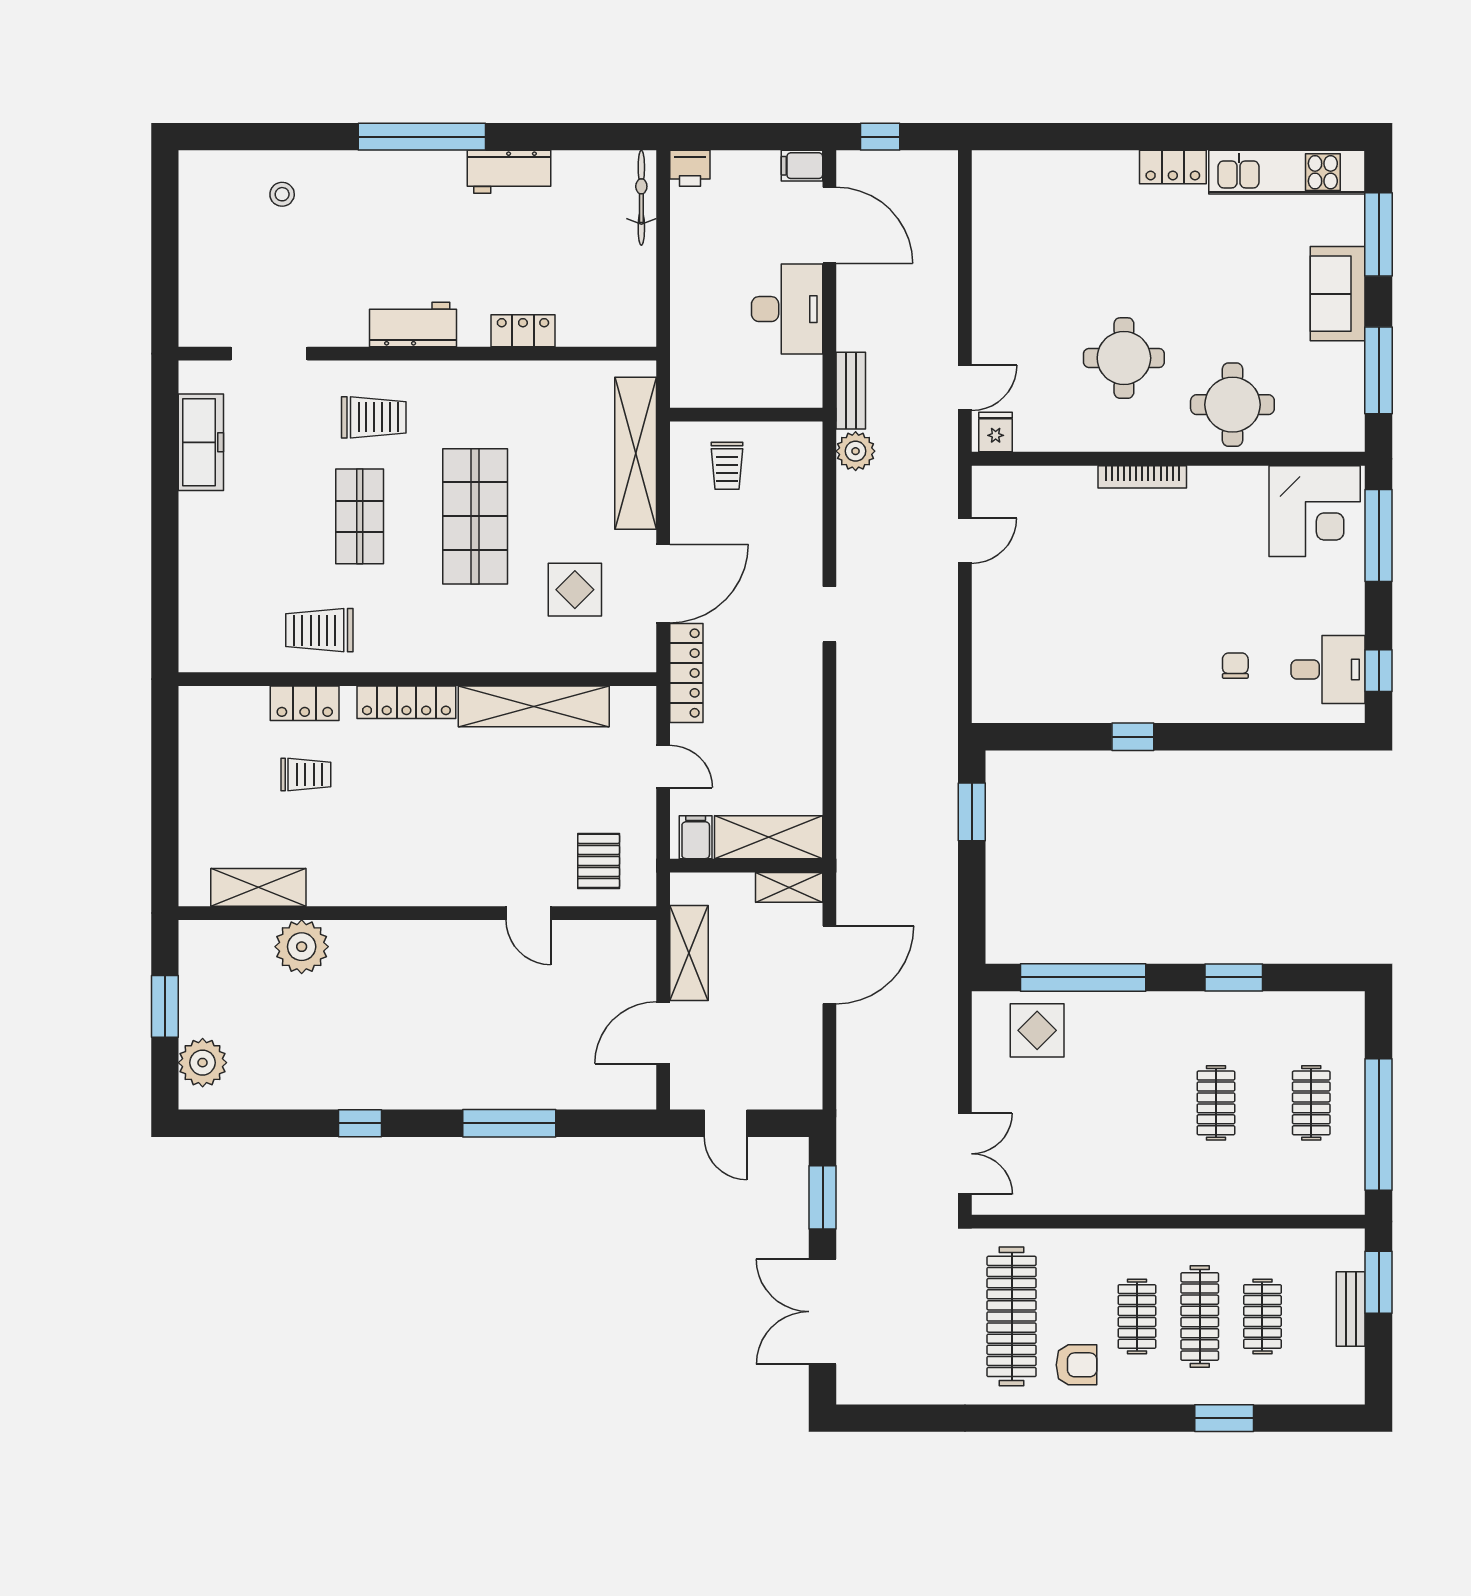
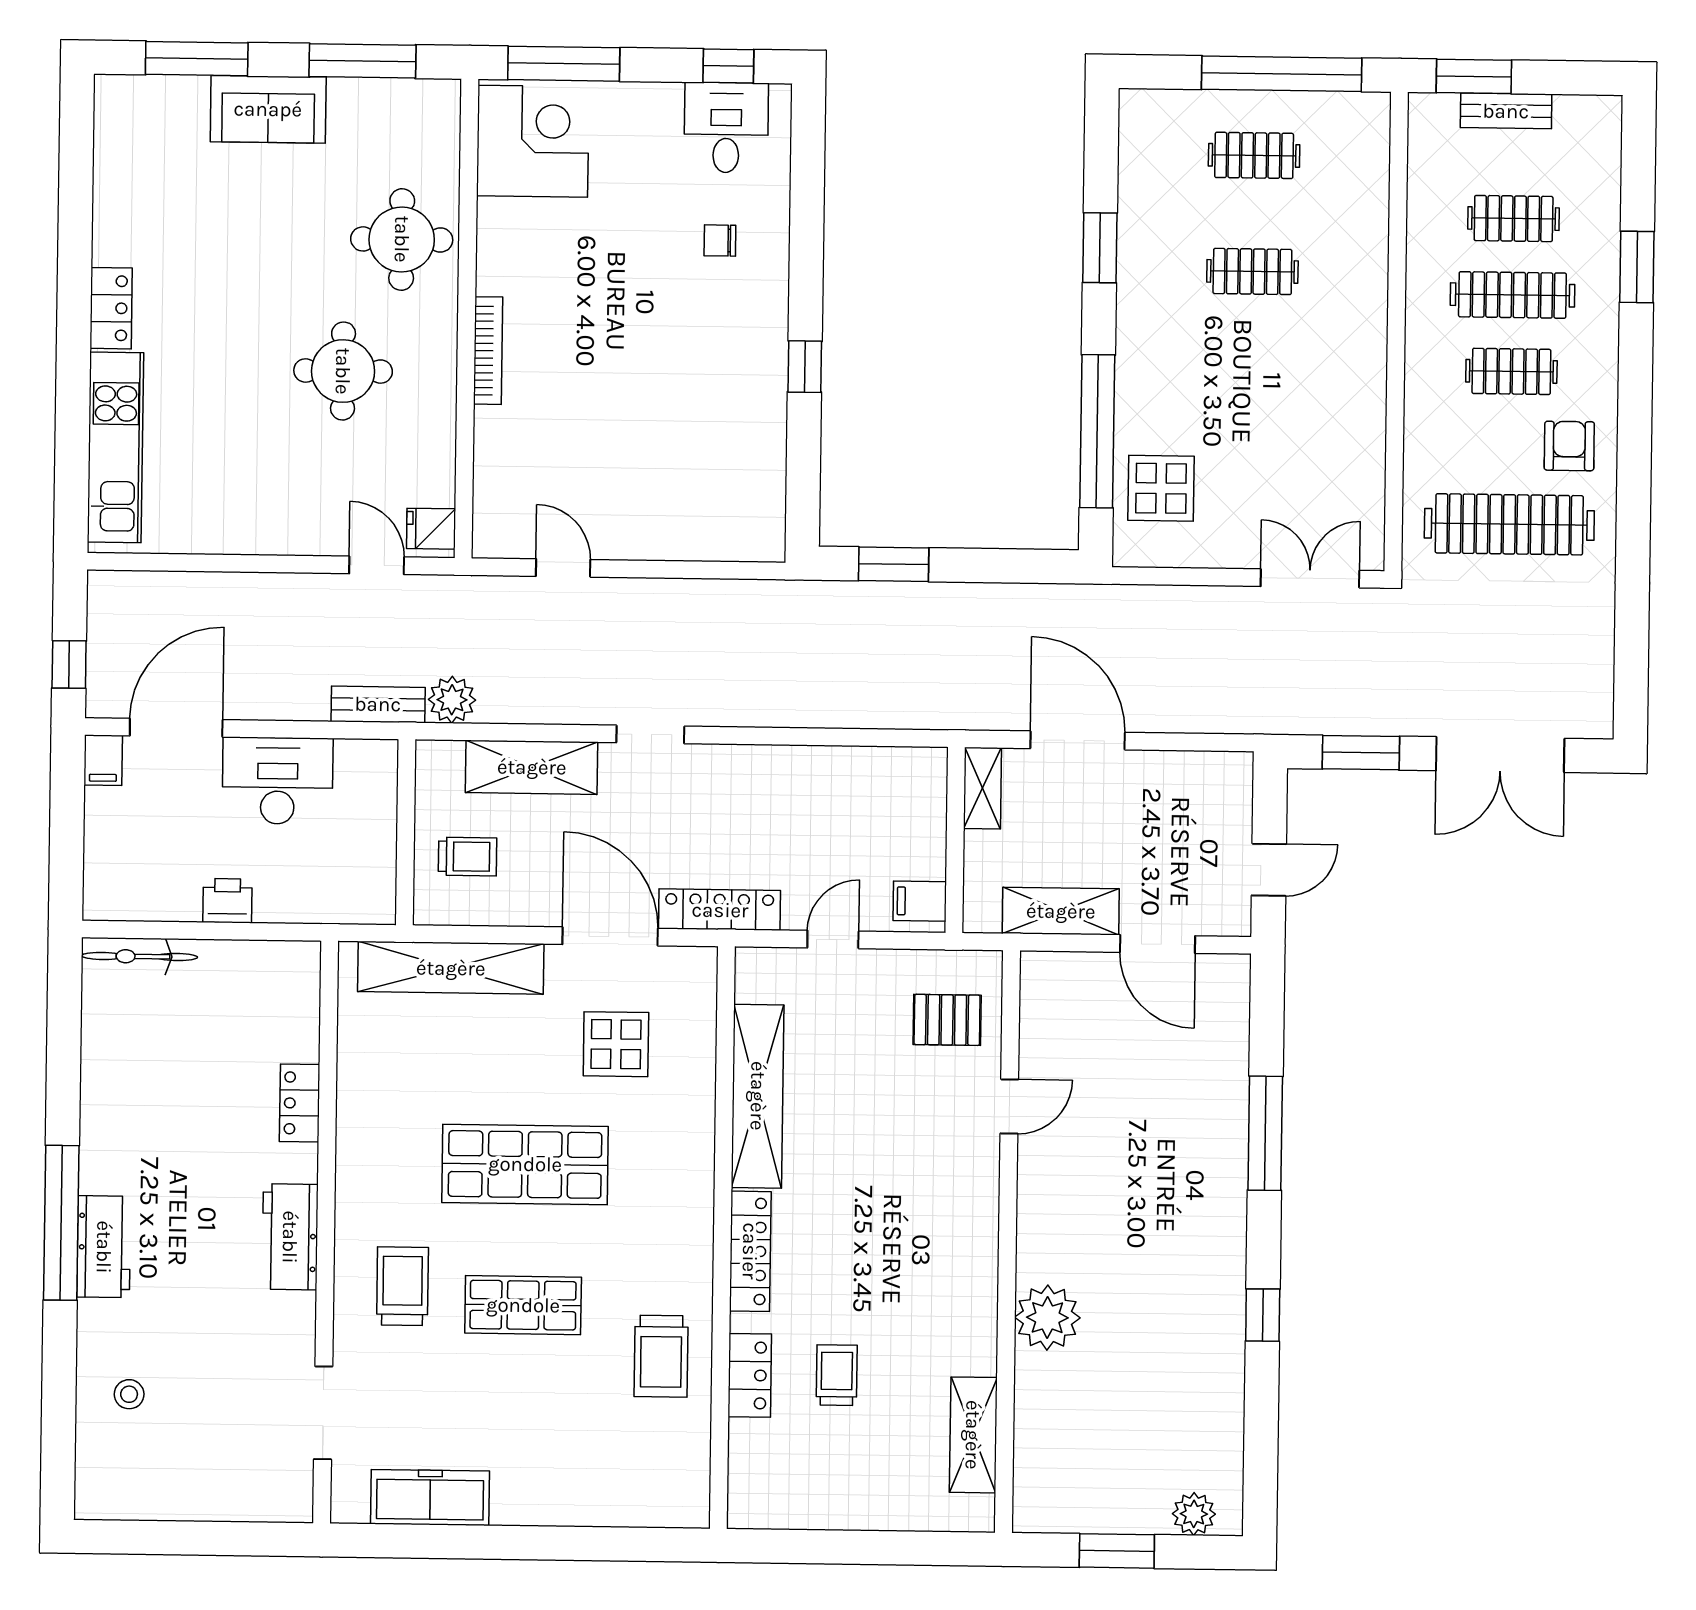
printer: (690, 168) -> (227, 901), moved, turned -90
workbench: (509, 172) -> (104, 1247), moved
kitchen unit: (1287, 172) -> (115, 447), moved
shelving: (769, 837) -> (532, 767), moved, turned 90
plant: (302, 947) -> (1047, 1318), moved
plant: (203, 1063) -> (1194, 1514), width x0.73, depth x0.73

